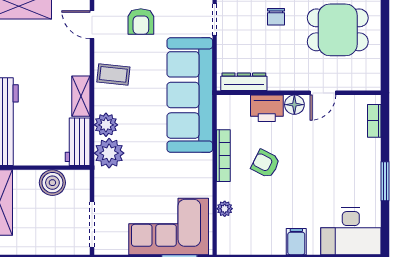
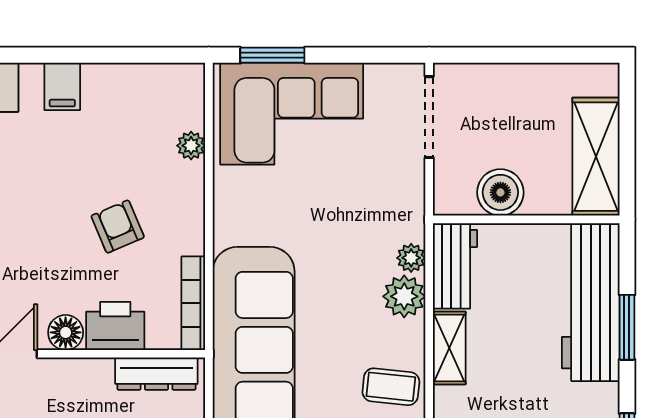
plant: (109, 153) -> (411, 258), width x0.53, depth x0.53
bookcase: (223, 156) -> (193, 303), moved
armchair: (265, 164) -> (118, 227), turned -140

